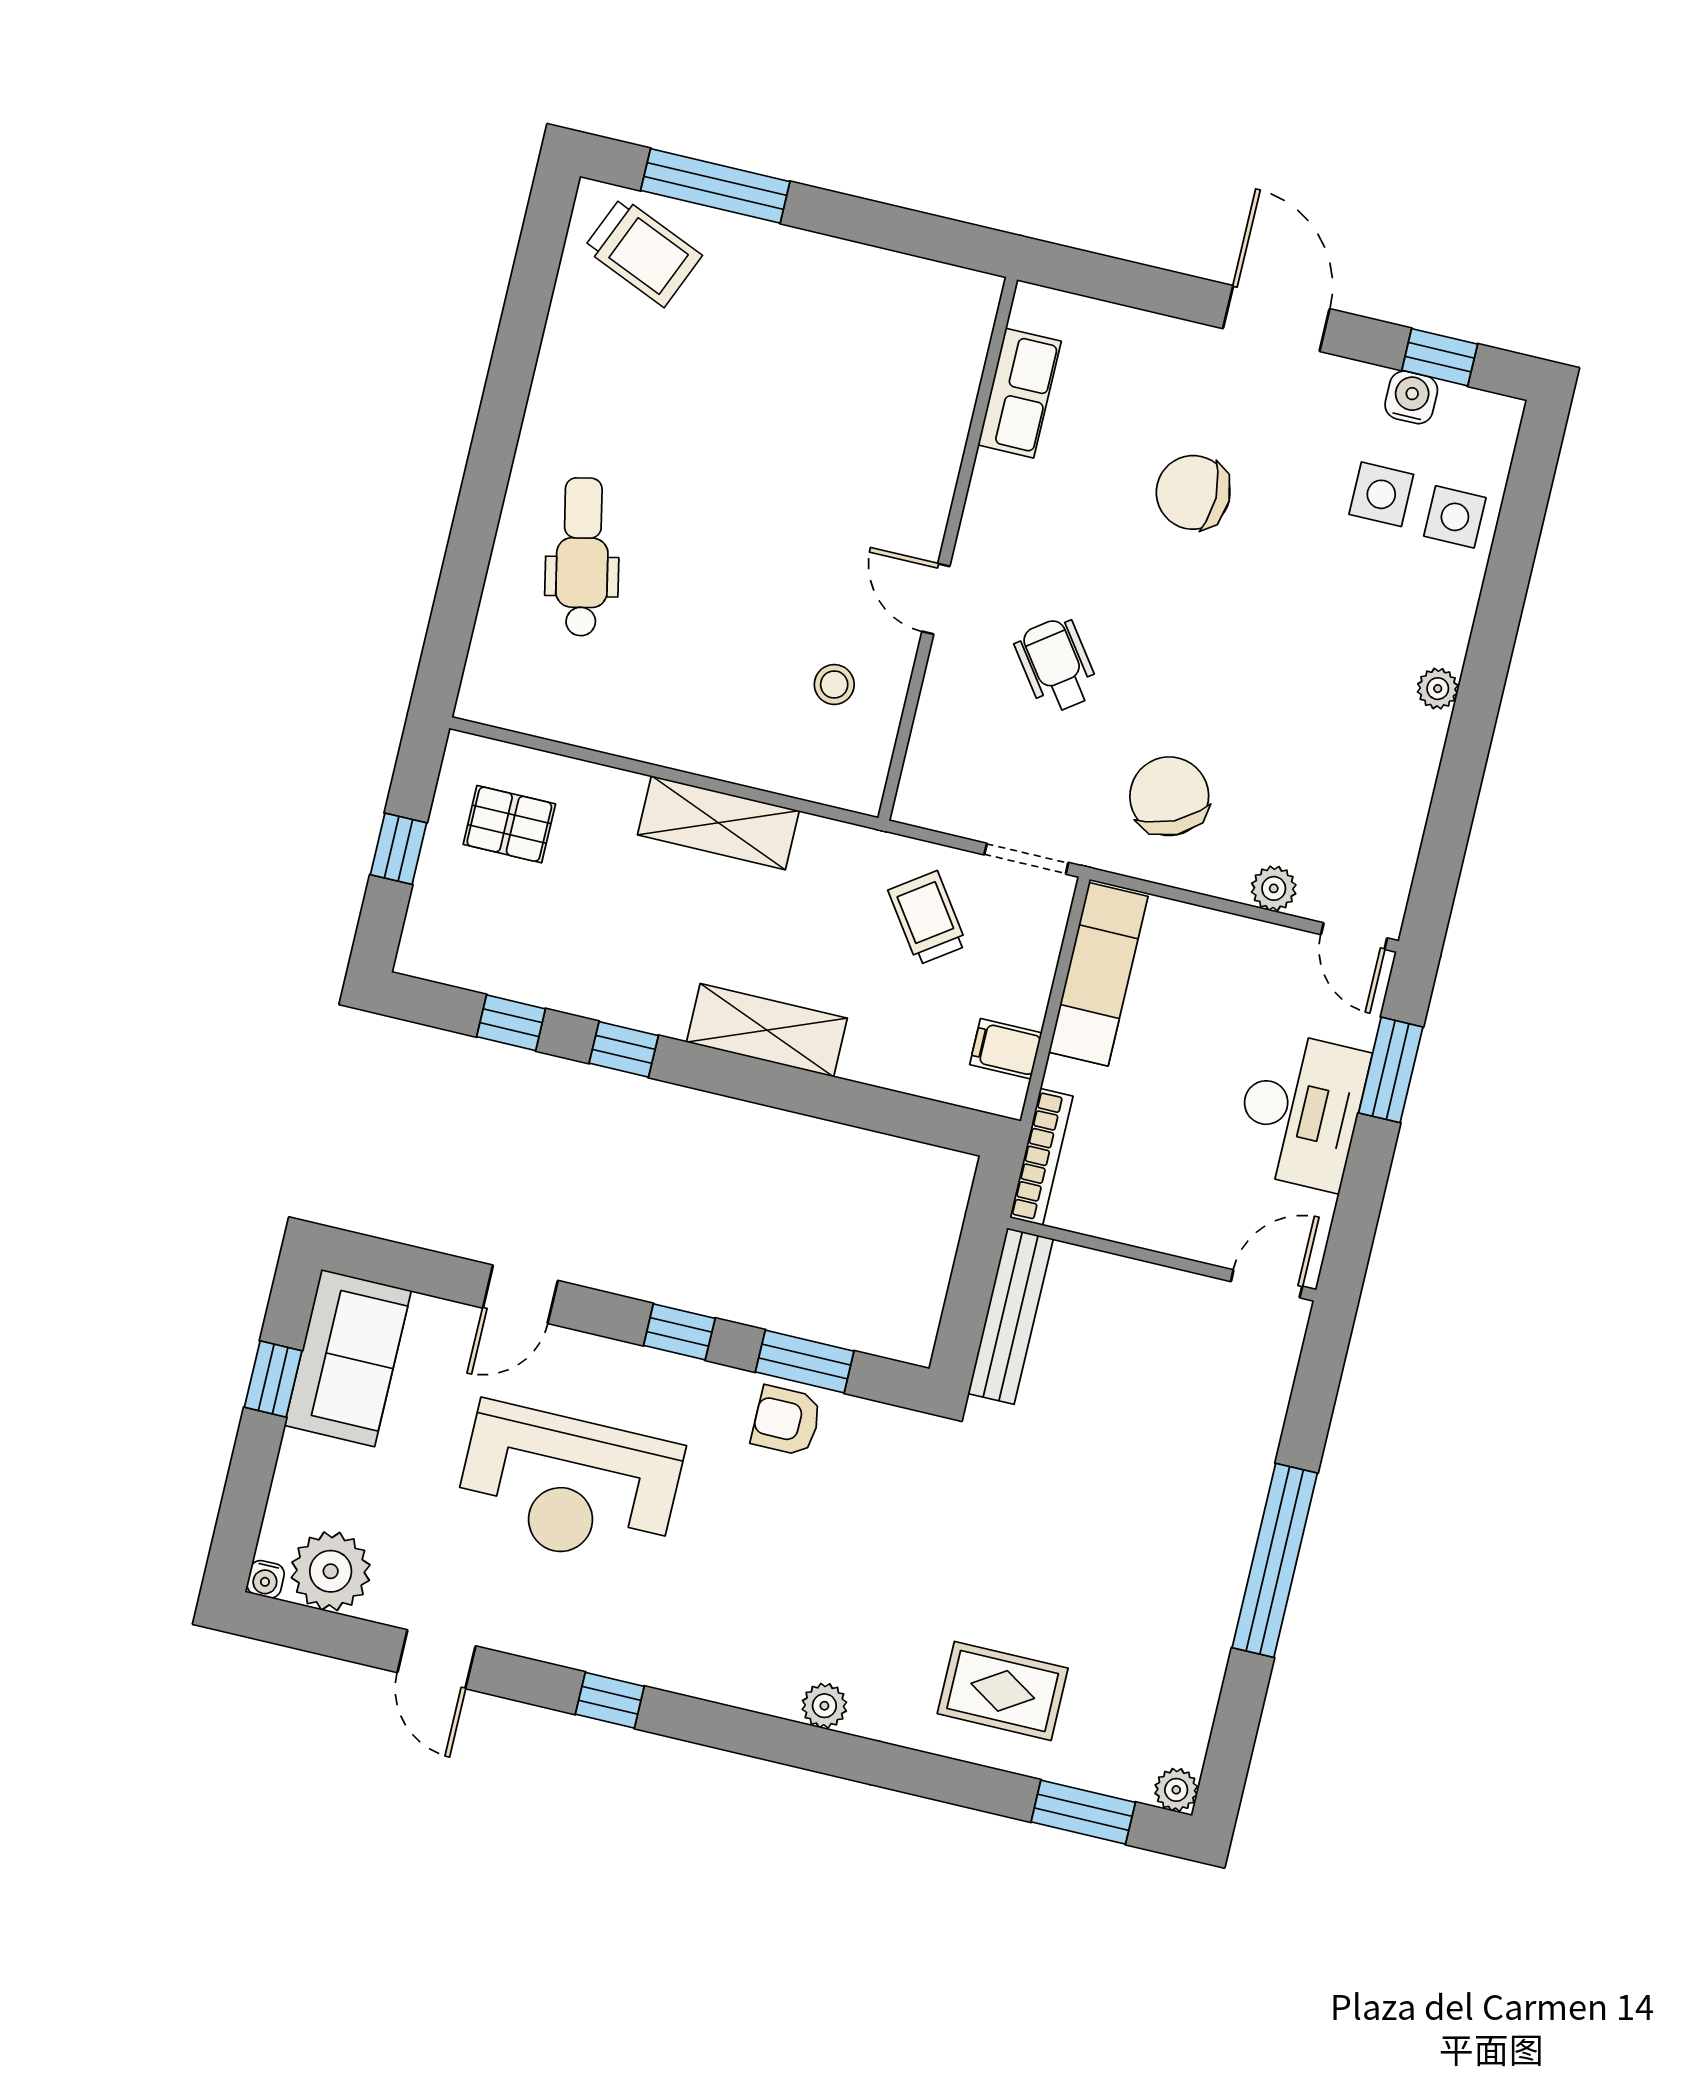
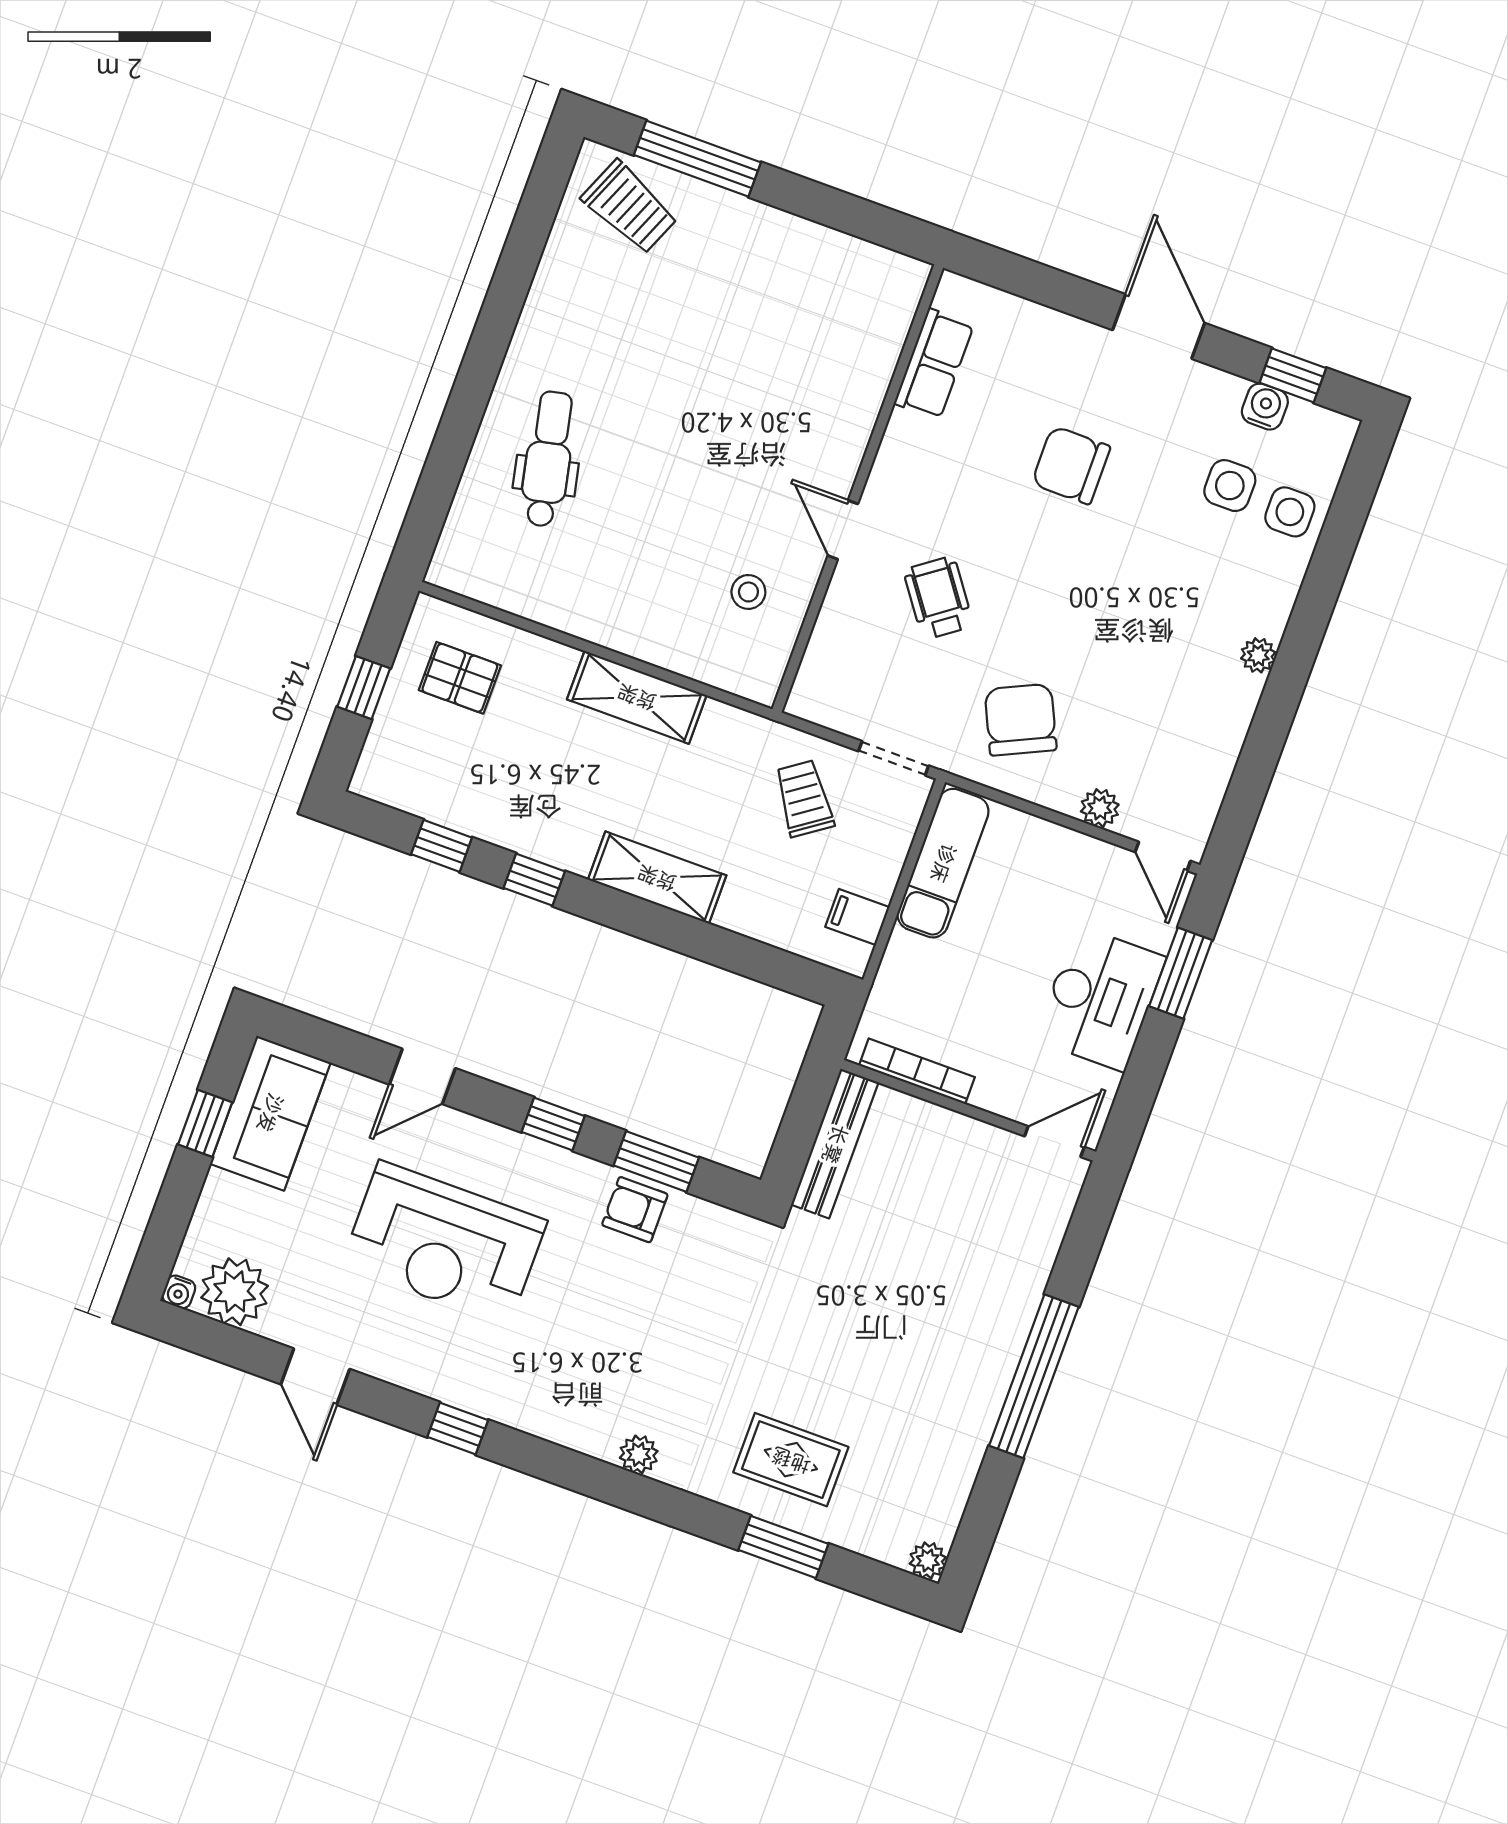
bookcase: (1041, 1157) -> (917, 1071), moved, turned -90
window: (1083, 1812) -> (783, 1547), moved

